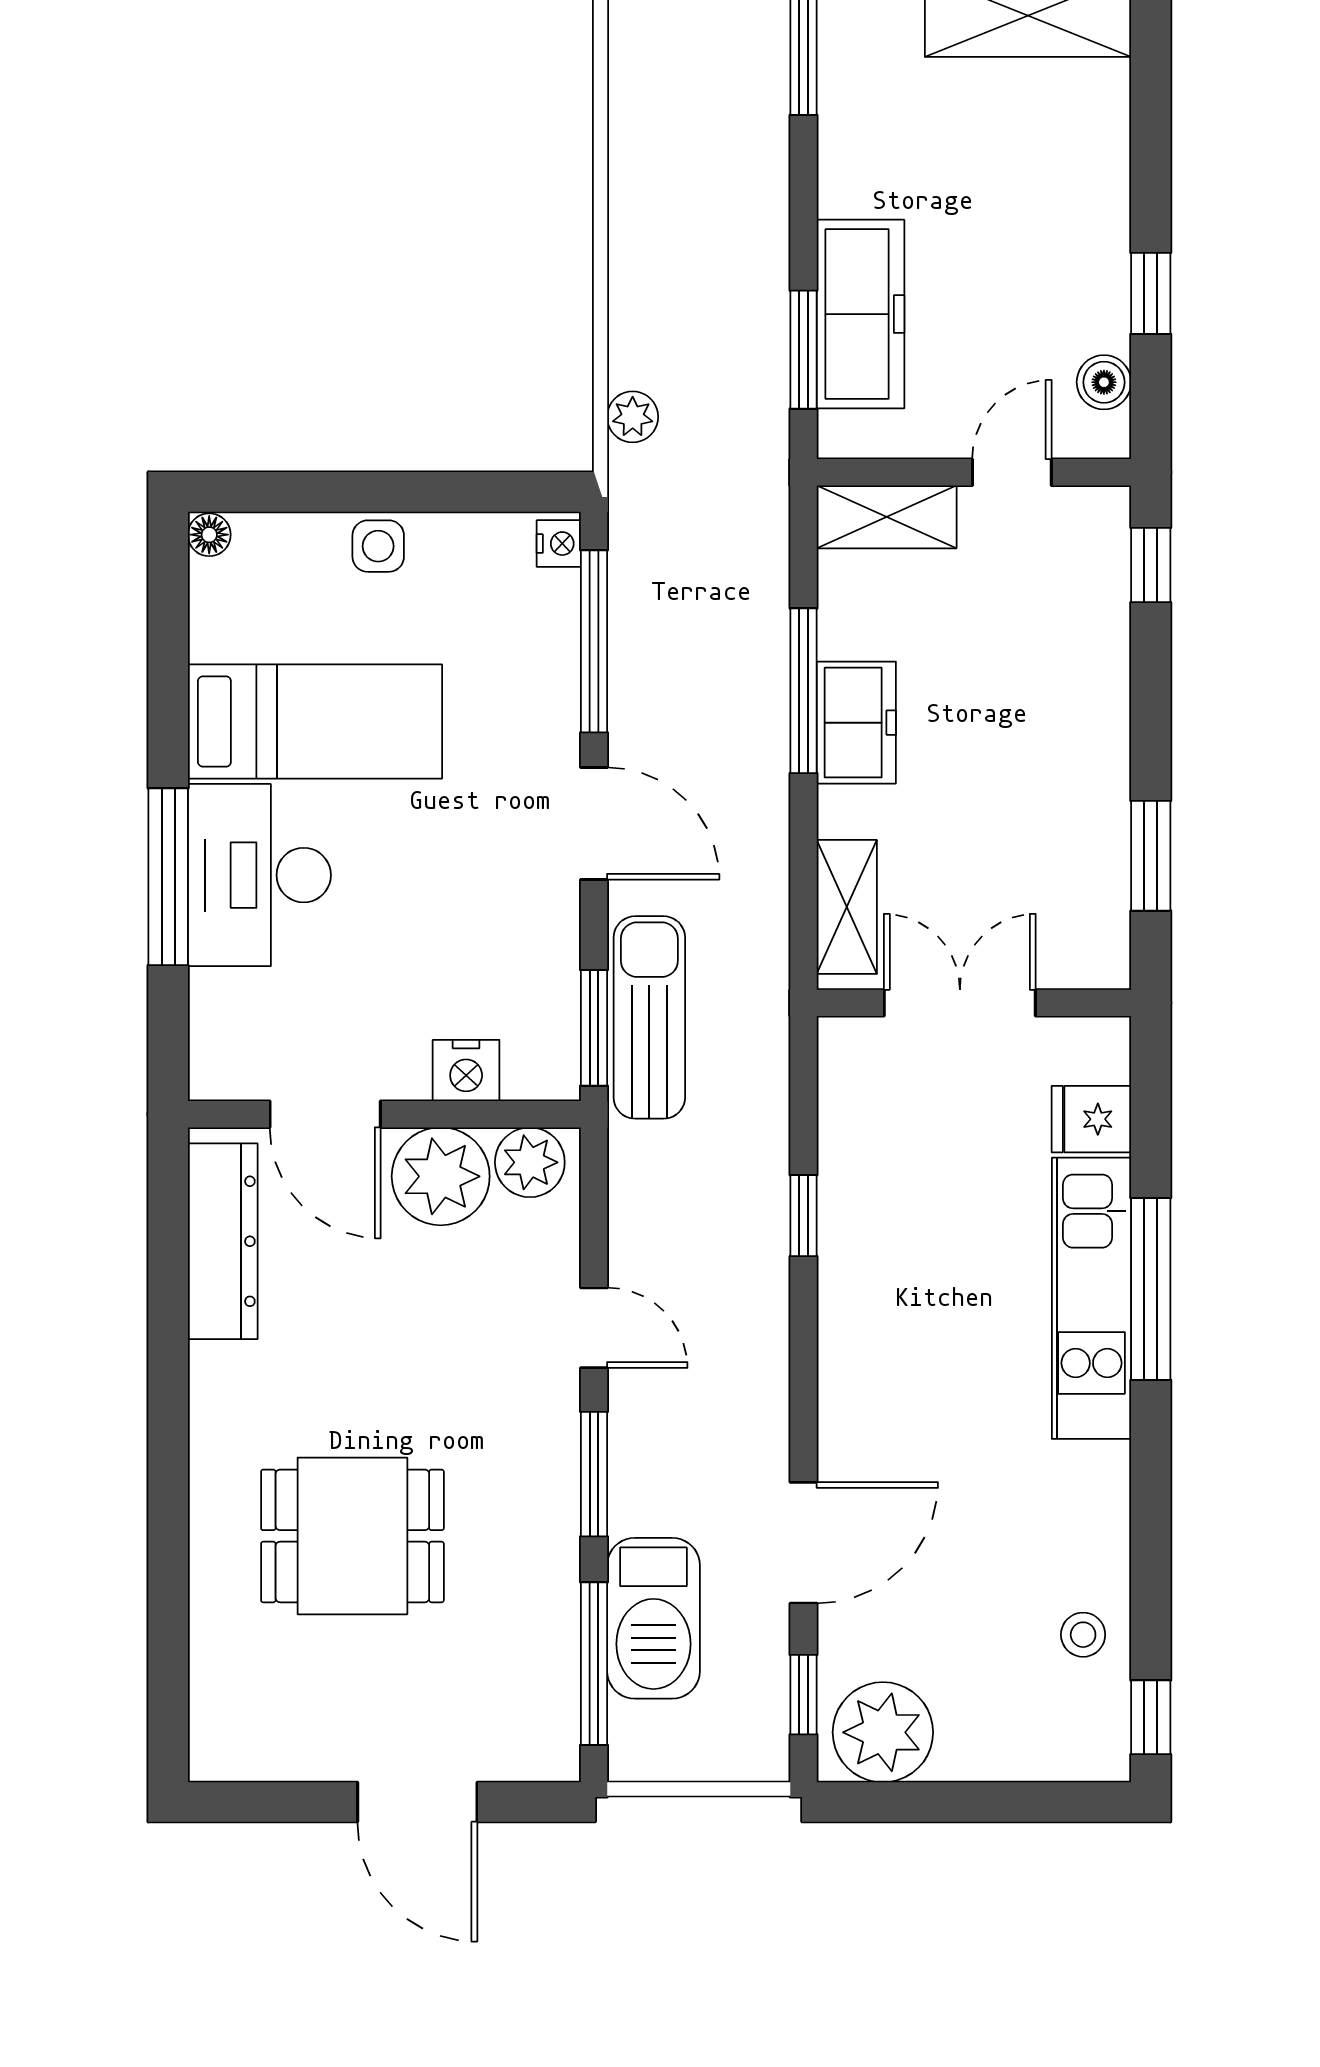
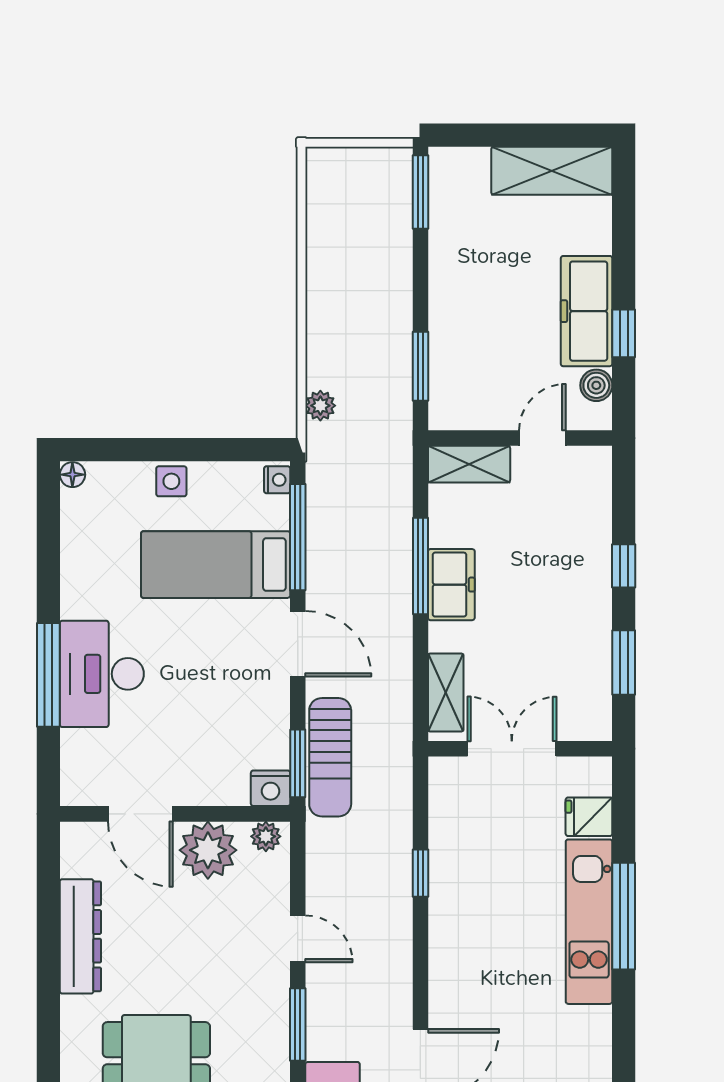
freezer: (860, 314) -> (587, 311), moved, turned 180
window: (1151, 565) -> (624, 566), moved
bed: (315, 722) -> (216, 565), moved, turned 180
sun lounger: (649, 1017) -> (330, 757), turned 180
nightstand: (466, 1070) -> (271, 788), moved
plant: (530, 1162) -> (266, 836), width x0.73, depth x0.73
dresser: (223, 1241) -> (80, 936), moved

